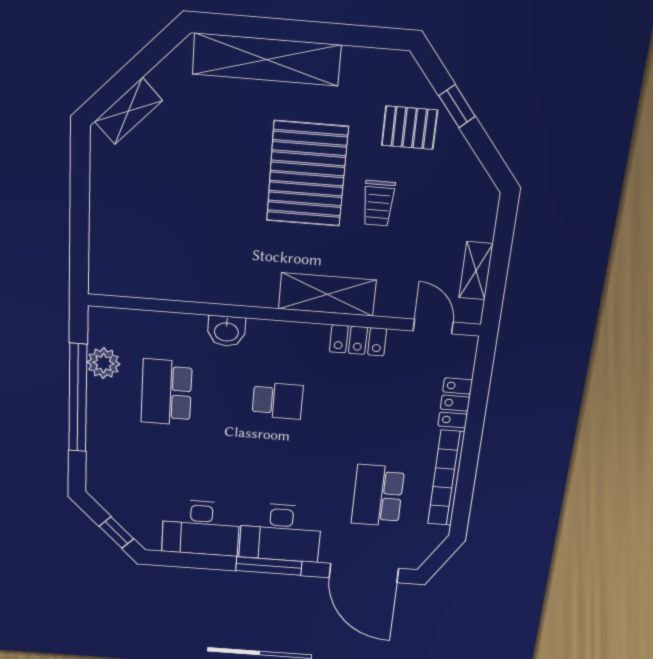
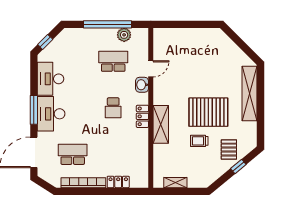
shelving: (128, 111) -> (227, 43), removed
door: (433, 327) -> (151, 69), moved
locker: (358, 340) -> (142, 116), moved

